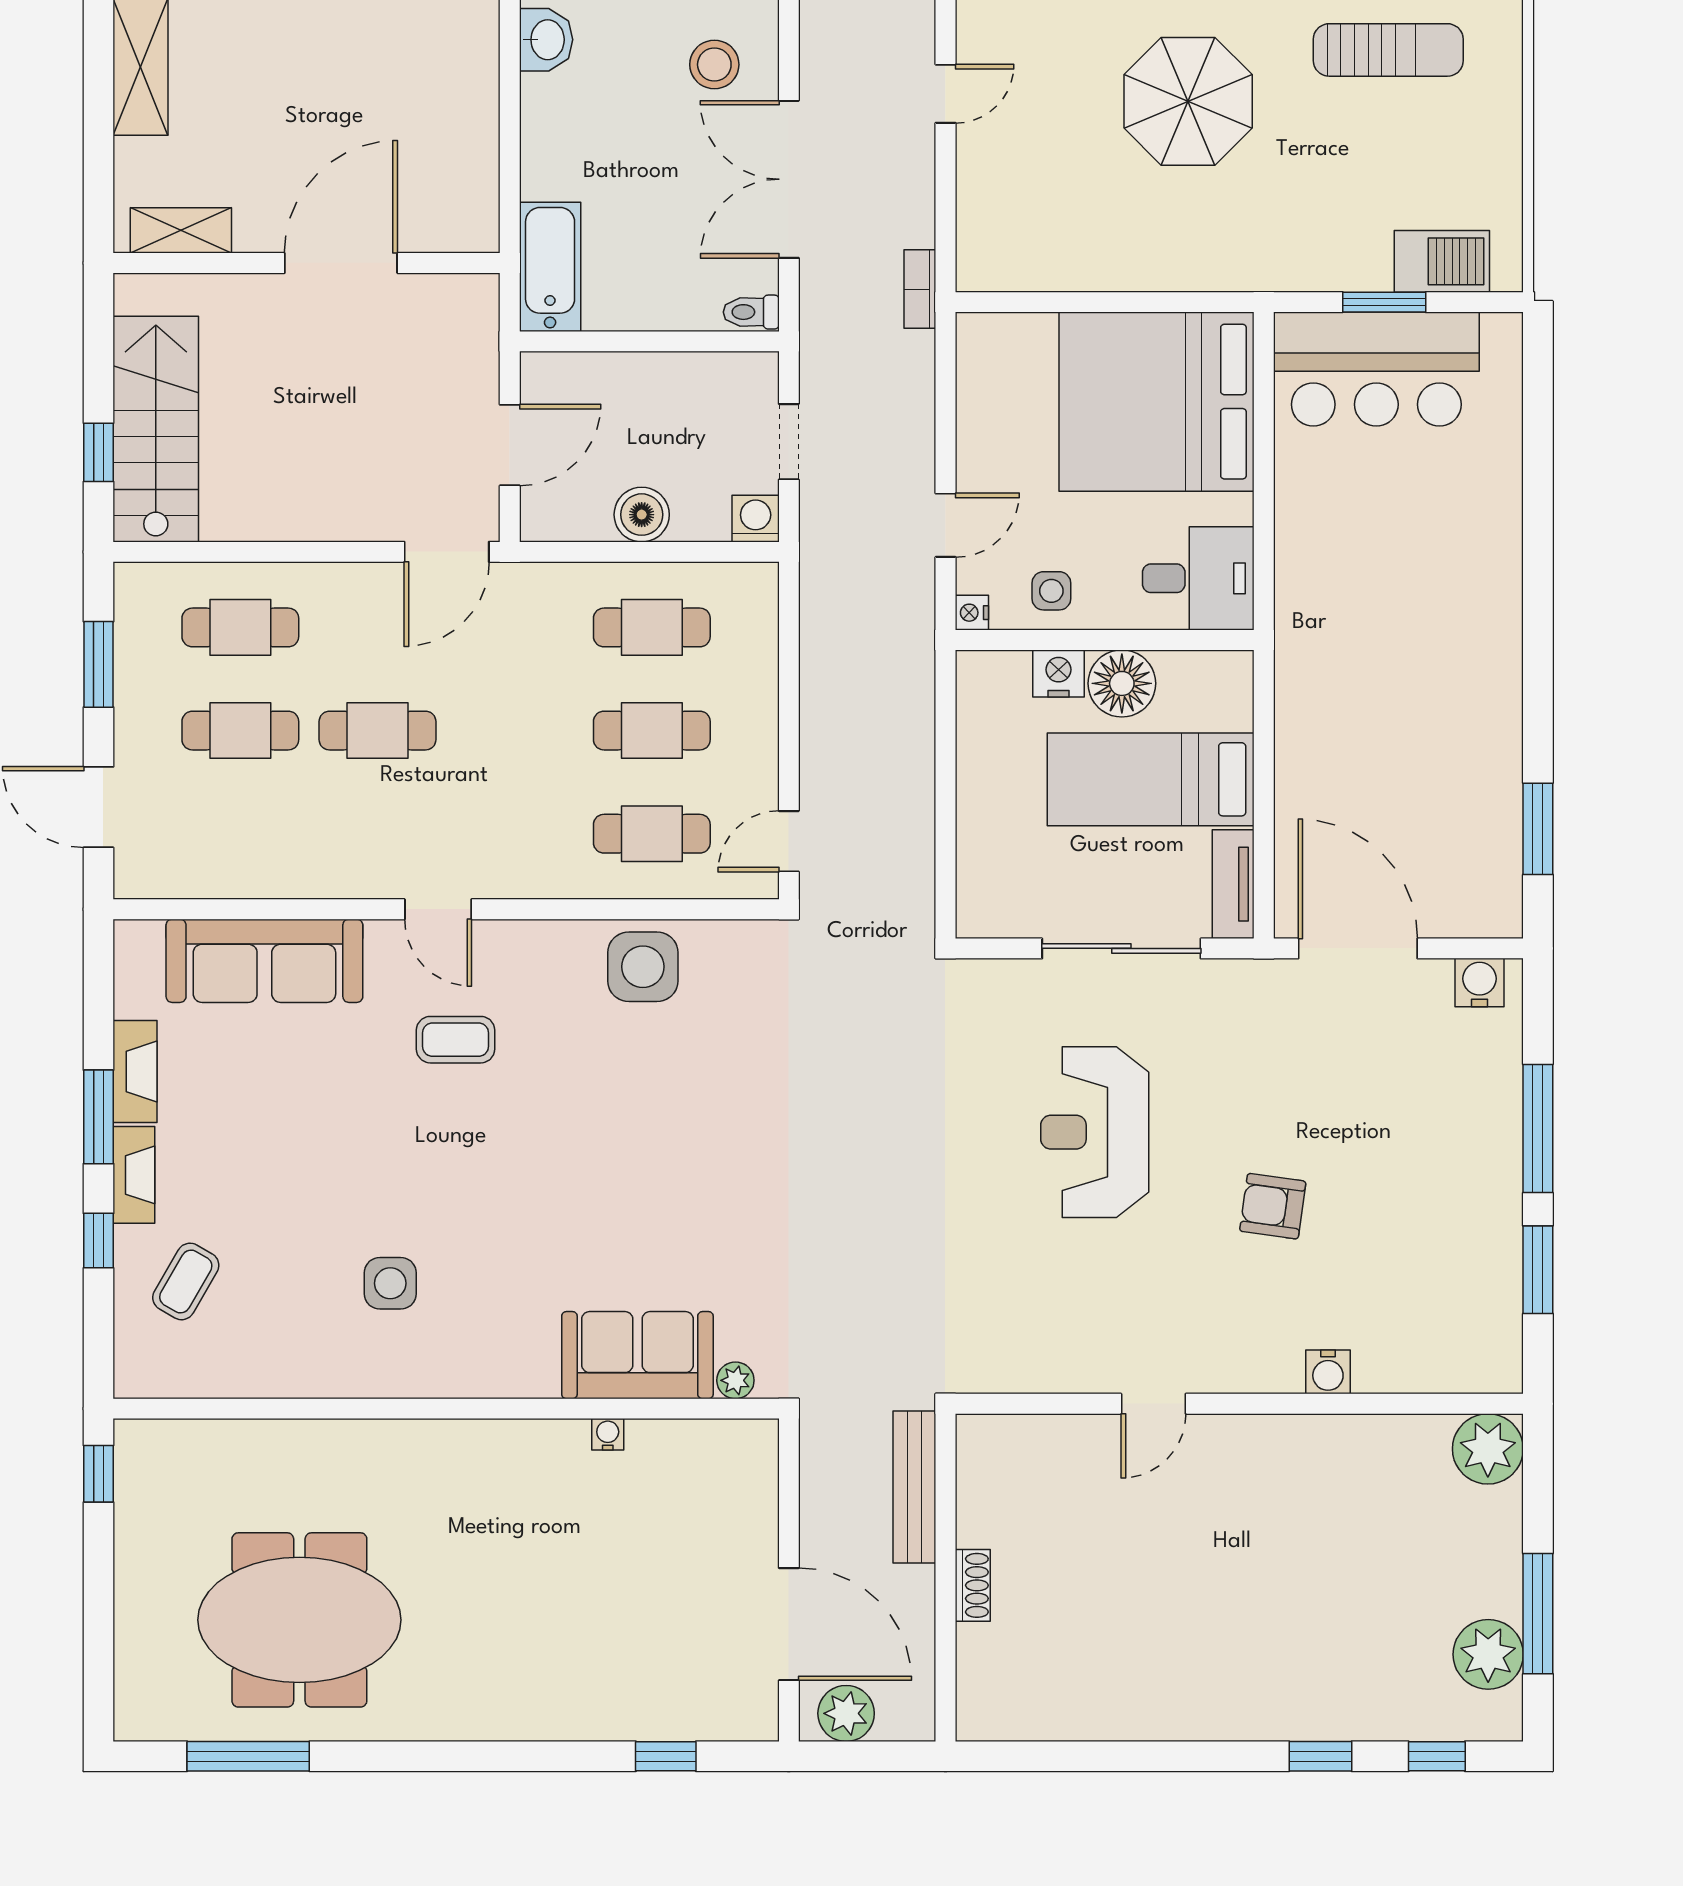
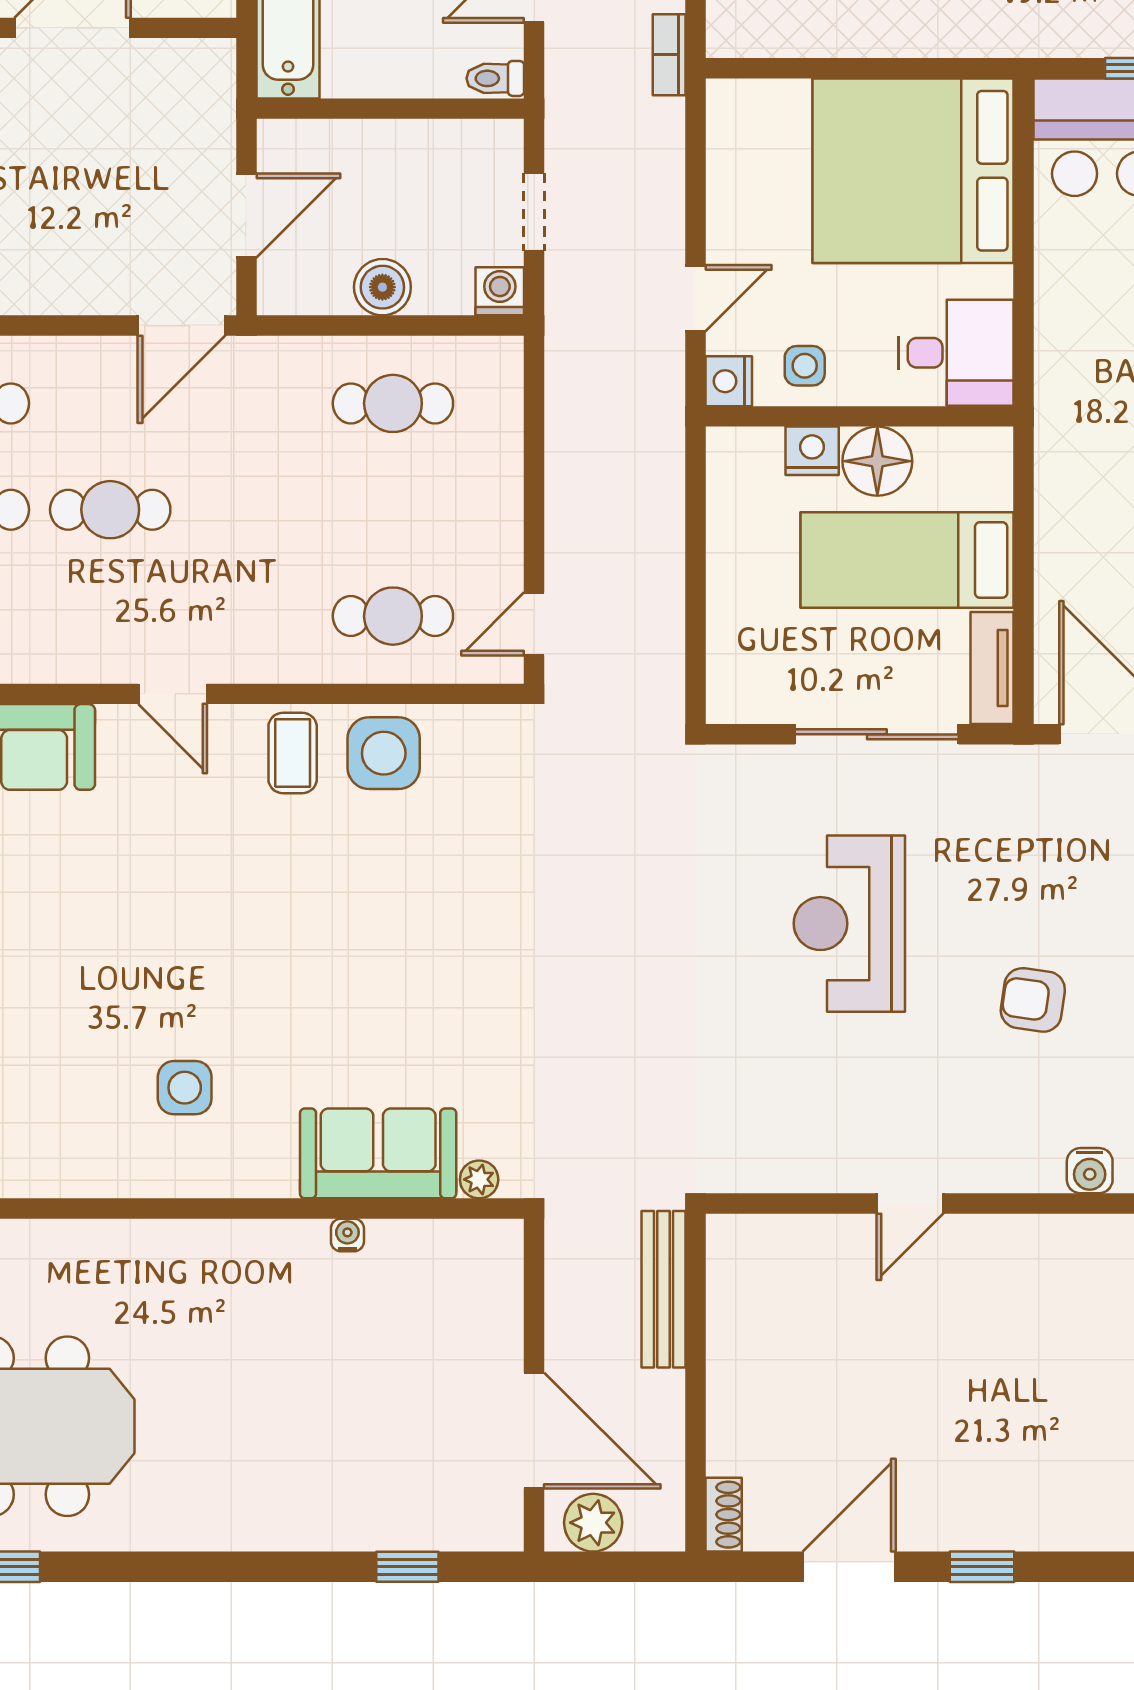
nightstand: (972, 613) -> (729, 381), width x1.39, depth x1.35
cafe table: (652, 731) -> (393, 510), removed
coffee table: (456, 1040) -> (293, 753), moved, turned 90
side table: (390, 1283) -> (185, 1088), moved
shoe rack: (973, 1585) -> (724, 1515), moved
door: (1094, 1756) -> (849, 1567), added
window: (1320, 1756) -> (982, 1567), moved

